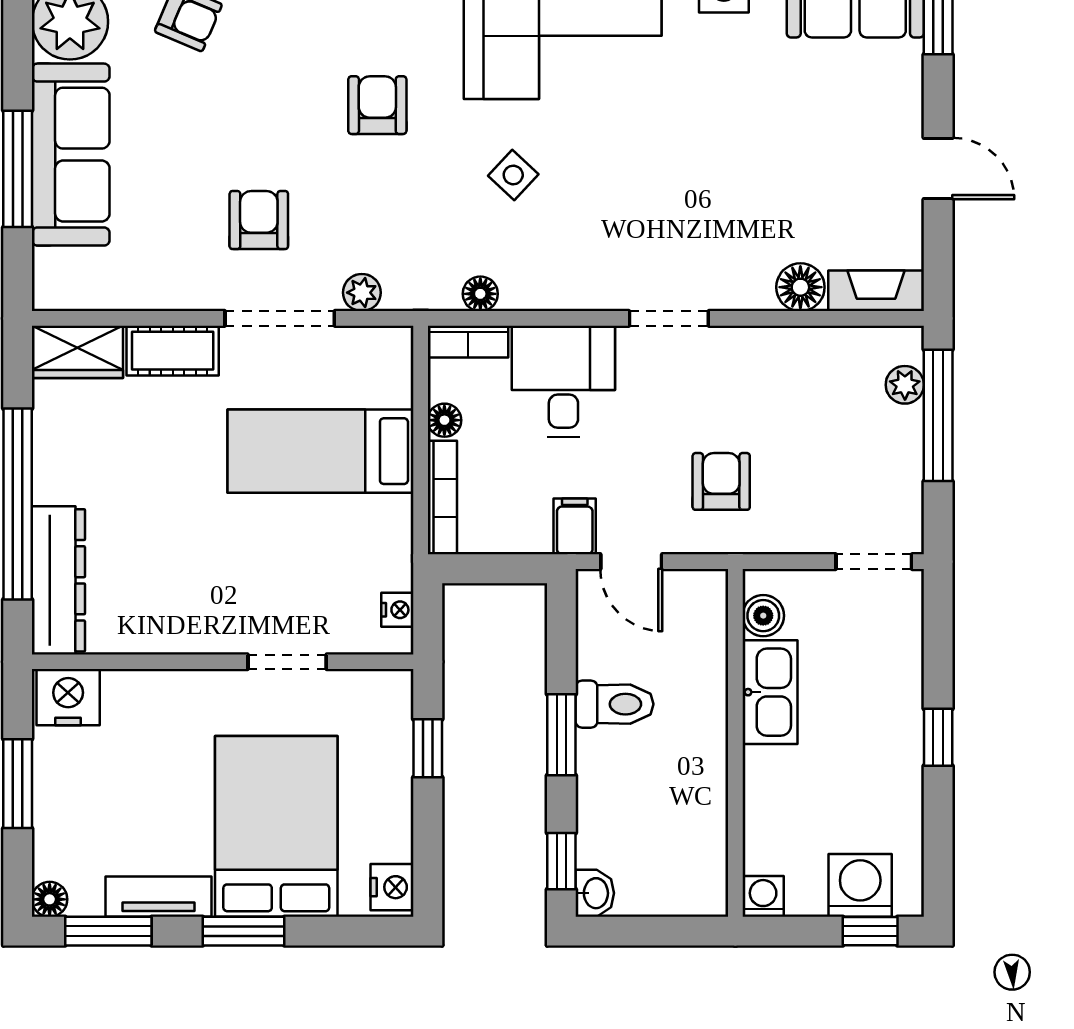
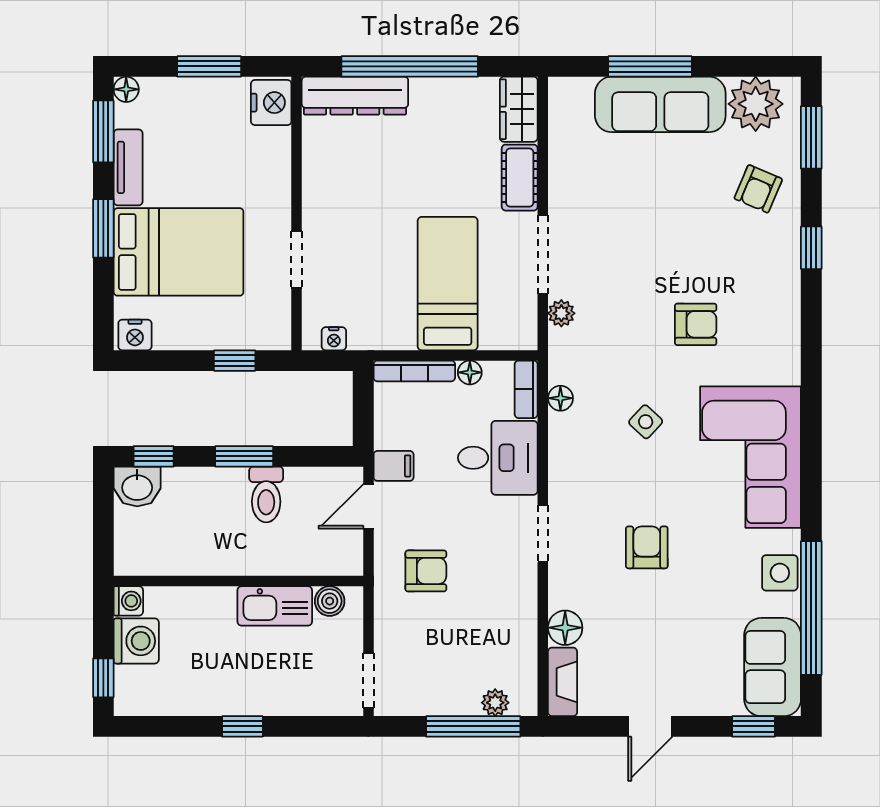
armchair: (259, 220) -> (647, 547), moved, turned -90
washing machine: (860, 885) -> (136, 641), moved
washbasin: (595, 893) -> (137, 486), width x1.38, depth x1.45

